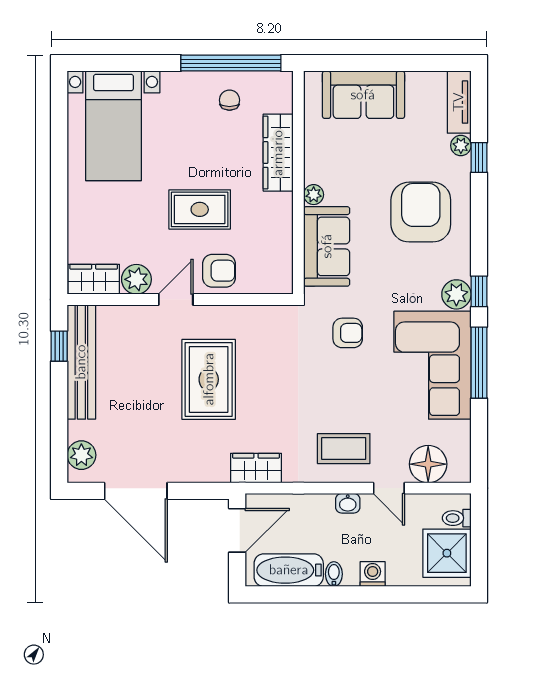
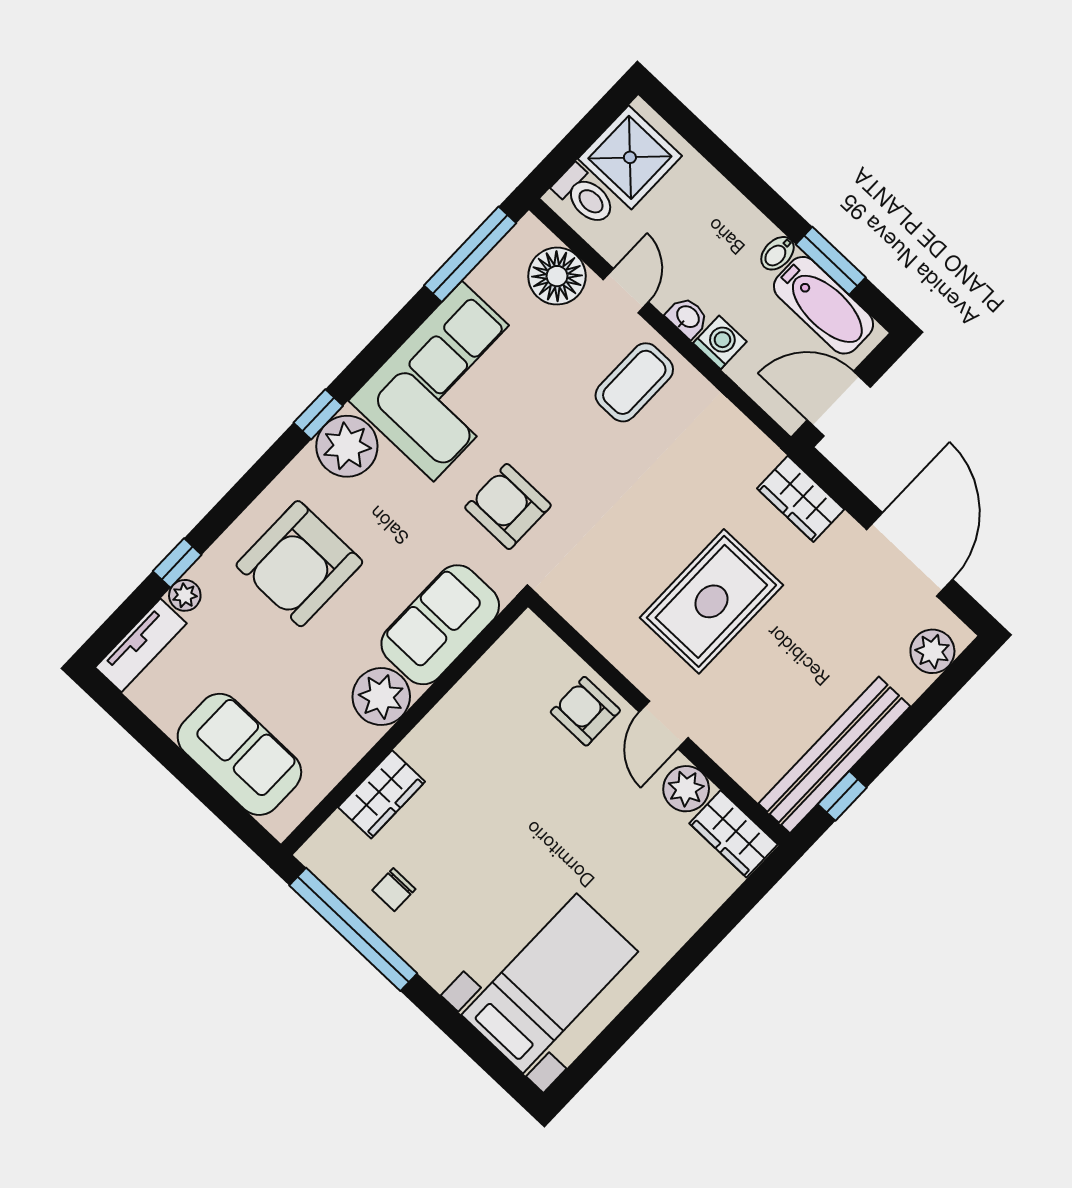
wardrobe: (278, 153) -> (382, 794), width x0.67
plant: (314, 195) -> (381, 697), width x1.88, depth x1.88
rug: (200, 209) -> (542, 800), removed
plant: (456, 294) -> (347, 446), width x1.36, depth x1.36
door: (176, 299) -> (664, 725), hinge flipped
armchair: (348, 333) -> (508, 507), width x1.38, depth x1.38
window: (479, 363) -> (470, 254), moved
coffee table: (344, 449) -> (634, 382), turned 90
wardrobe: (256, 468) -> (801, 499), moved
toilet: (457, 518) -> (585, 195), width x1.37, depth x1.39
washing machine: (373, 574) -> (720, 342), moved, turned 180
window: (305, 594) -> (831, 261), added

